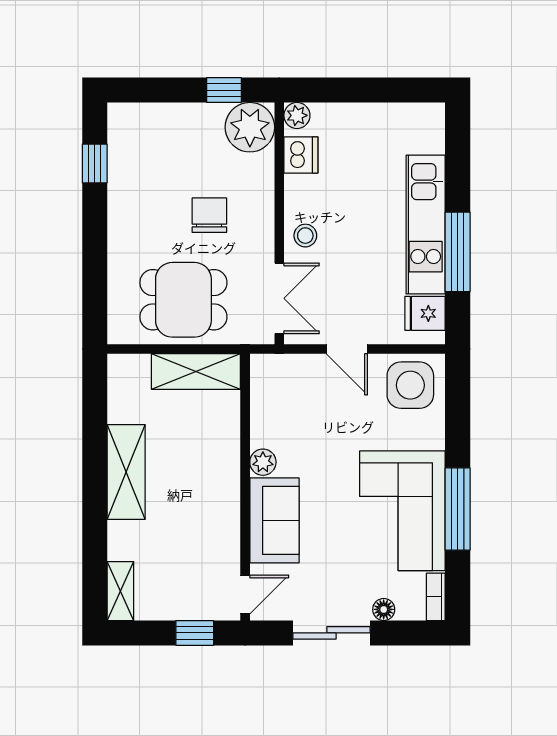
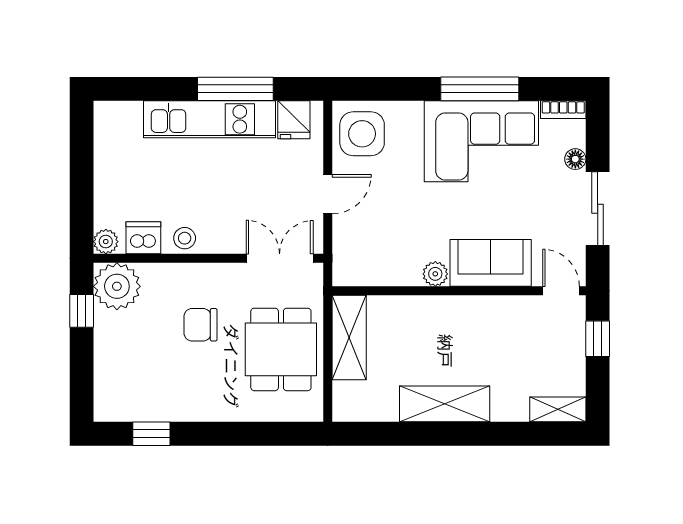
stool: (305, 236) -> (185, 238), moved

